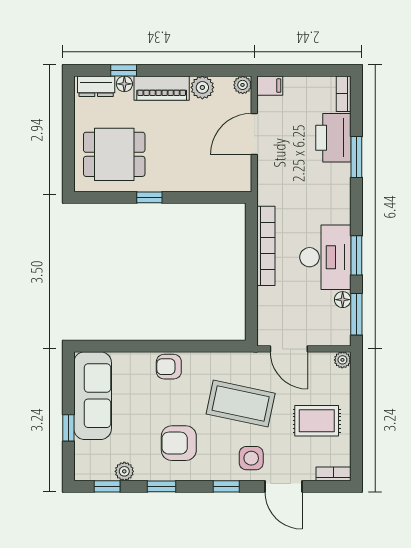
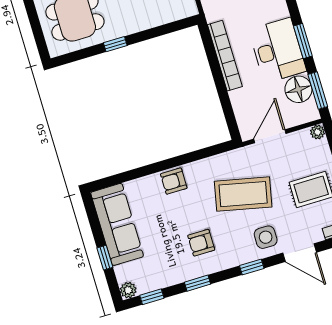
floor lamp: (343, 300) -> (298, 89), width x1.89, depth x1.89
door: (289, 349) -> (270, 136), swing flipped
armchair: (179, 443) -> (201, 243), width x0.72, depth x0.72
plant: (124, 471) -> (128, 290), moved

